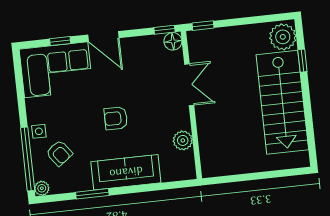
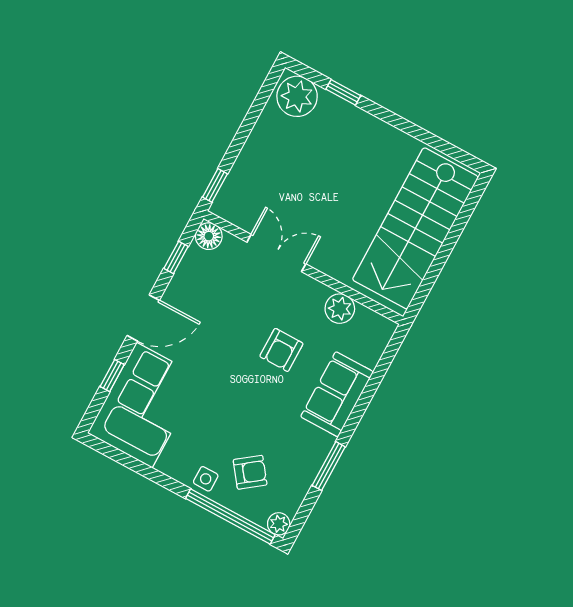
window: (164, 30) -> (176, 257), moved
stairs: (282, 102) -> (415, 228), moved, turned 90
armchair: (116, 118) -> (281, 350), moved
sofa: (126, 172) -> (337, 394), width x0.73

